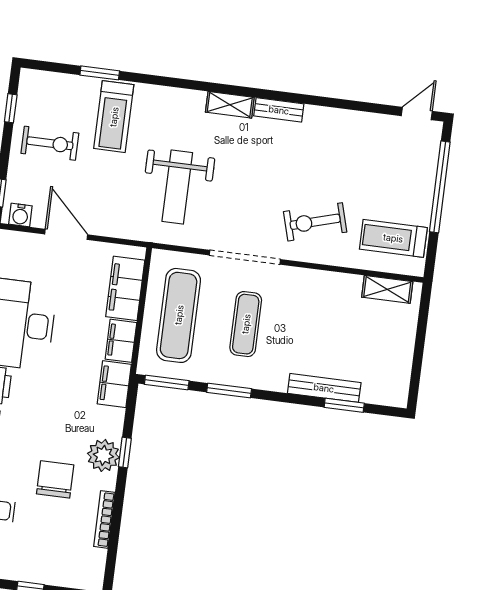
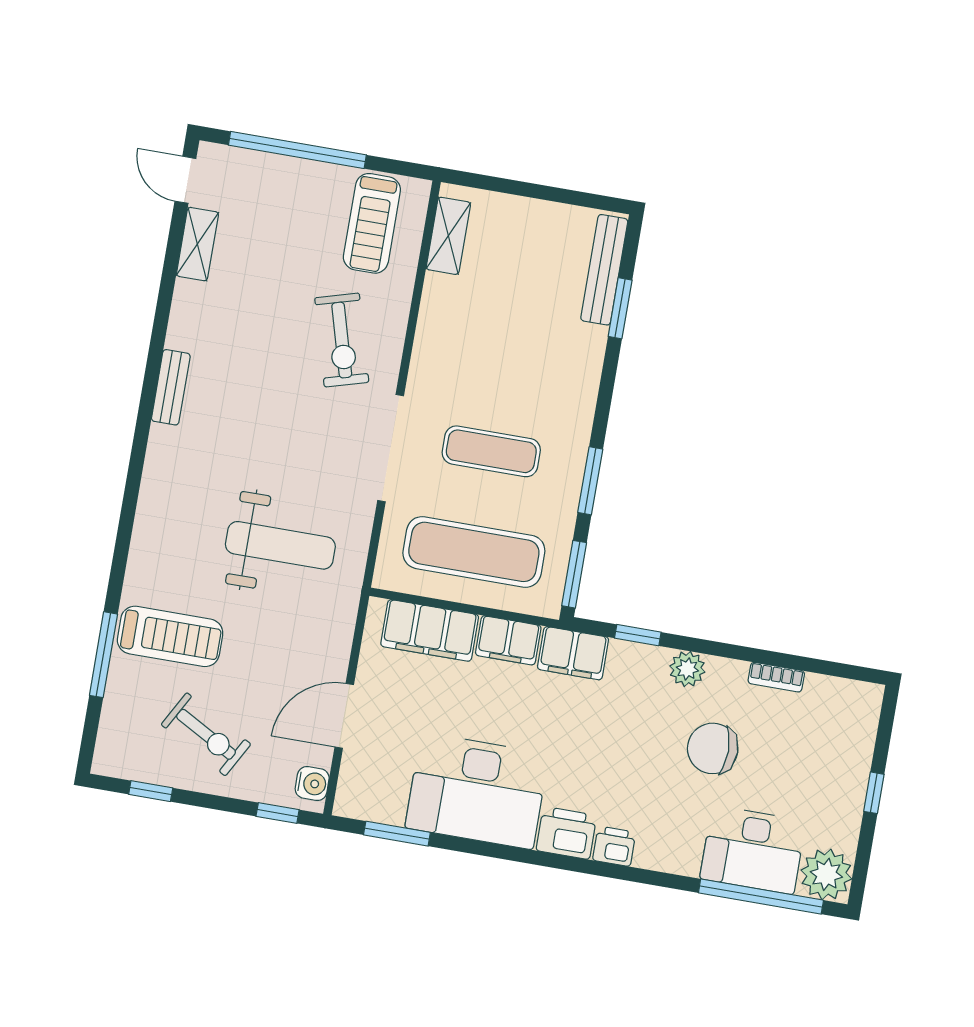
window: (100, 73) -> (103, 655), width x1.44
shelving: (230, 105) -> (197, 244), moved
exercise bike: (50, 143) -> (206, 734), turned 119
bench: (324, 388) -> (604, 270), moved
window: (125, 452) -> (638, 635), moved
plant: (103, 455) -> (687, 669), width x0.73, depth x0.73
bookcase: (104, 519) -> (776, 677), width x0.64

